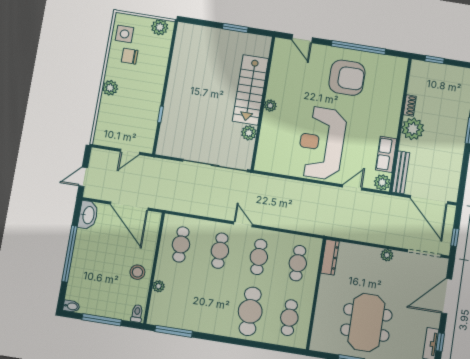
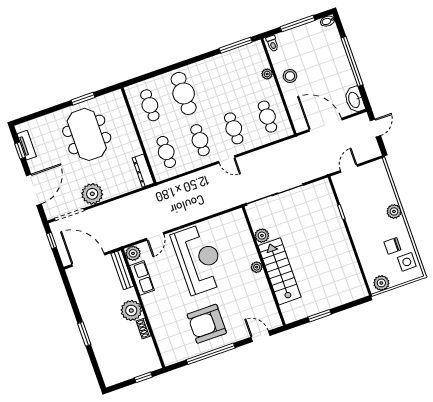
chair: (130, 56) -> (392, 246), turned 180
plant: (387, 255) -> (92, 194), width x1.88, depth x1.88

